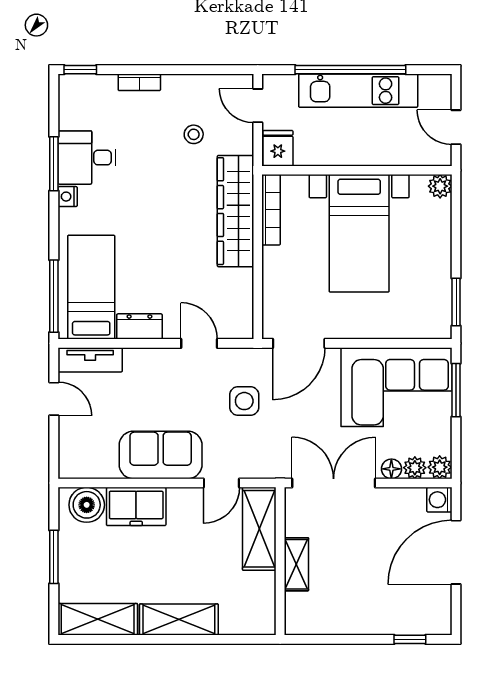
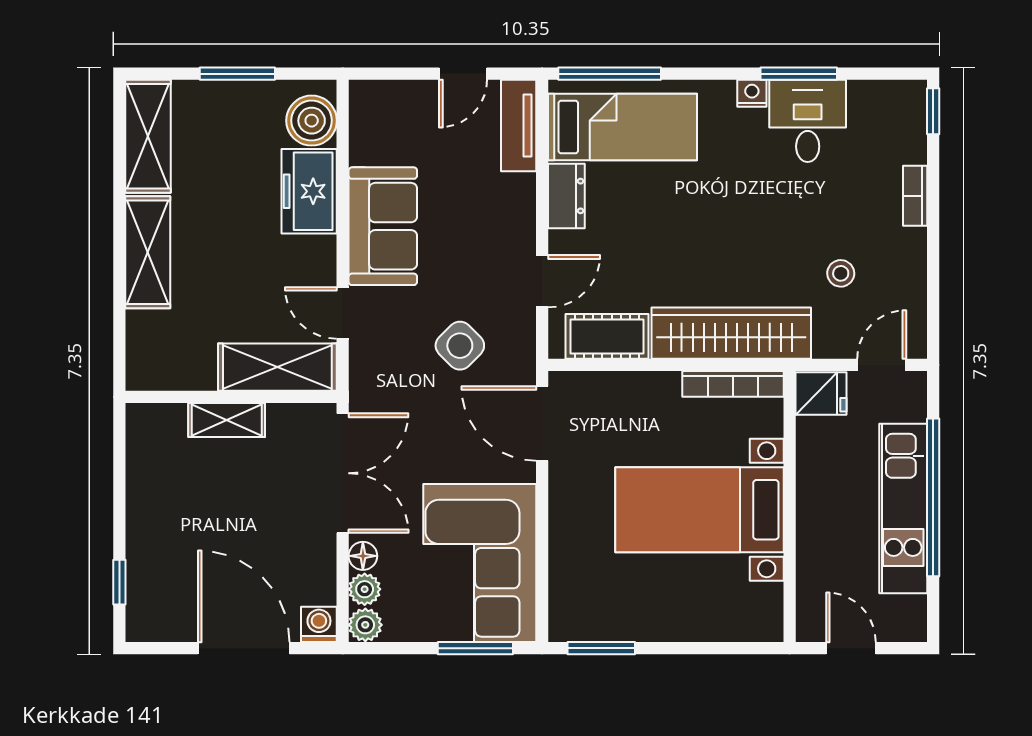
door: (456, 127) -> (851, 648), hinge flipped
plant: (440, 186) -> (767, 625), removed
cot: (238, 298) -> (607, 336), added
side table: (244, 401) -> (460, 346), turned 45

